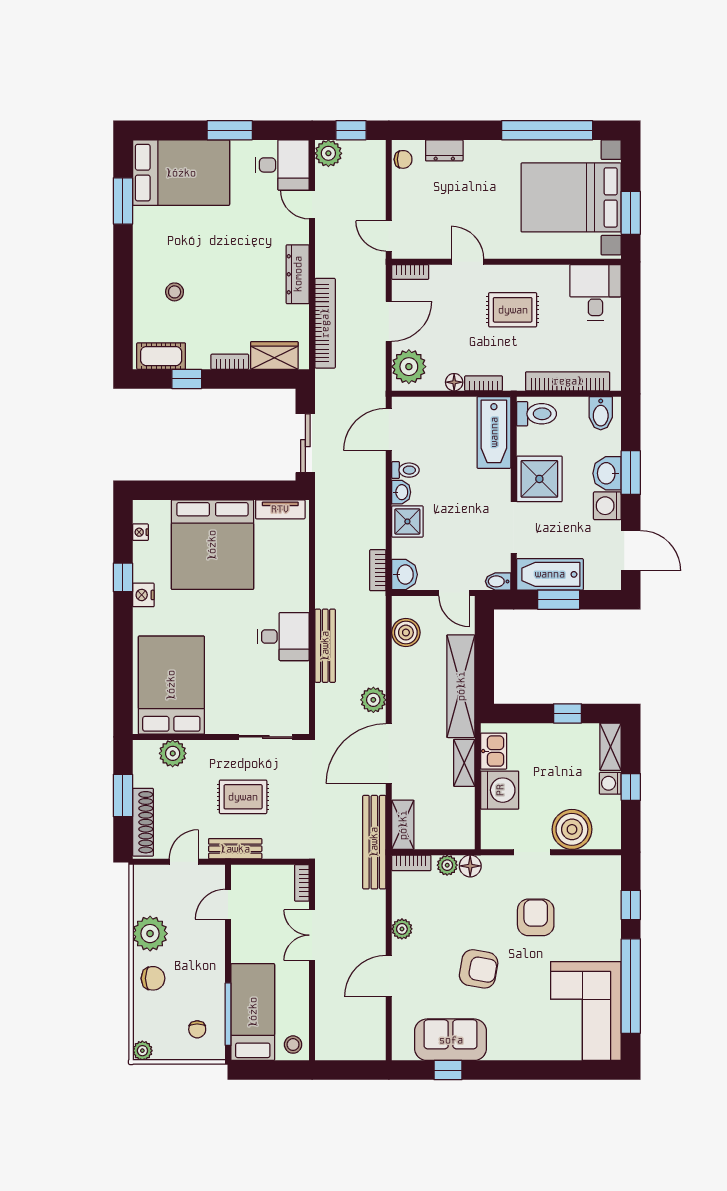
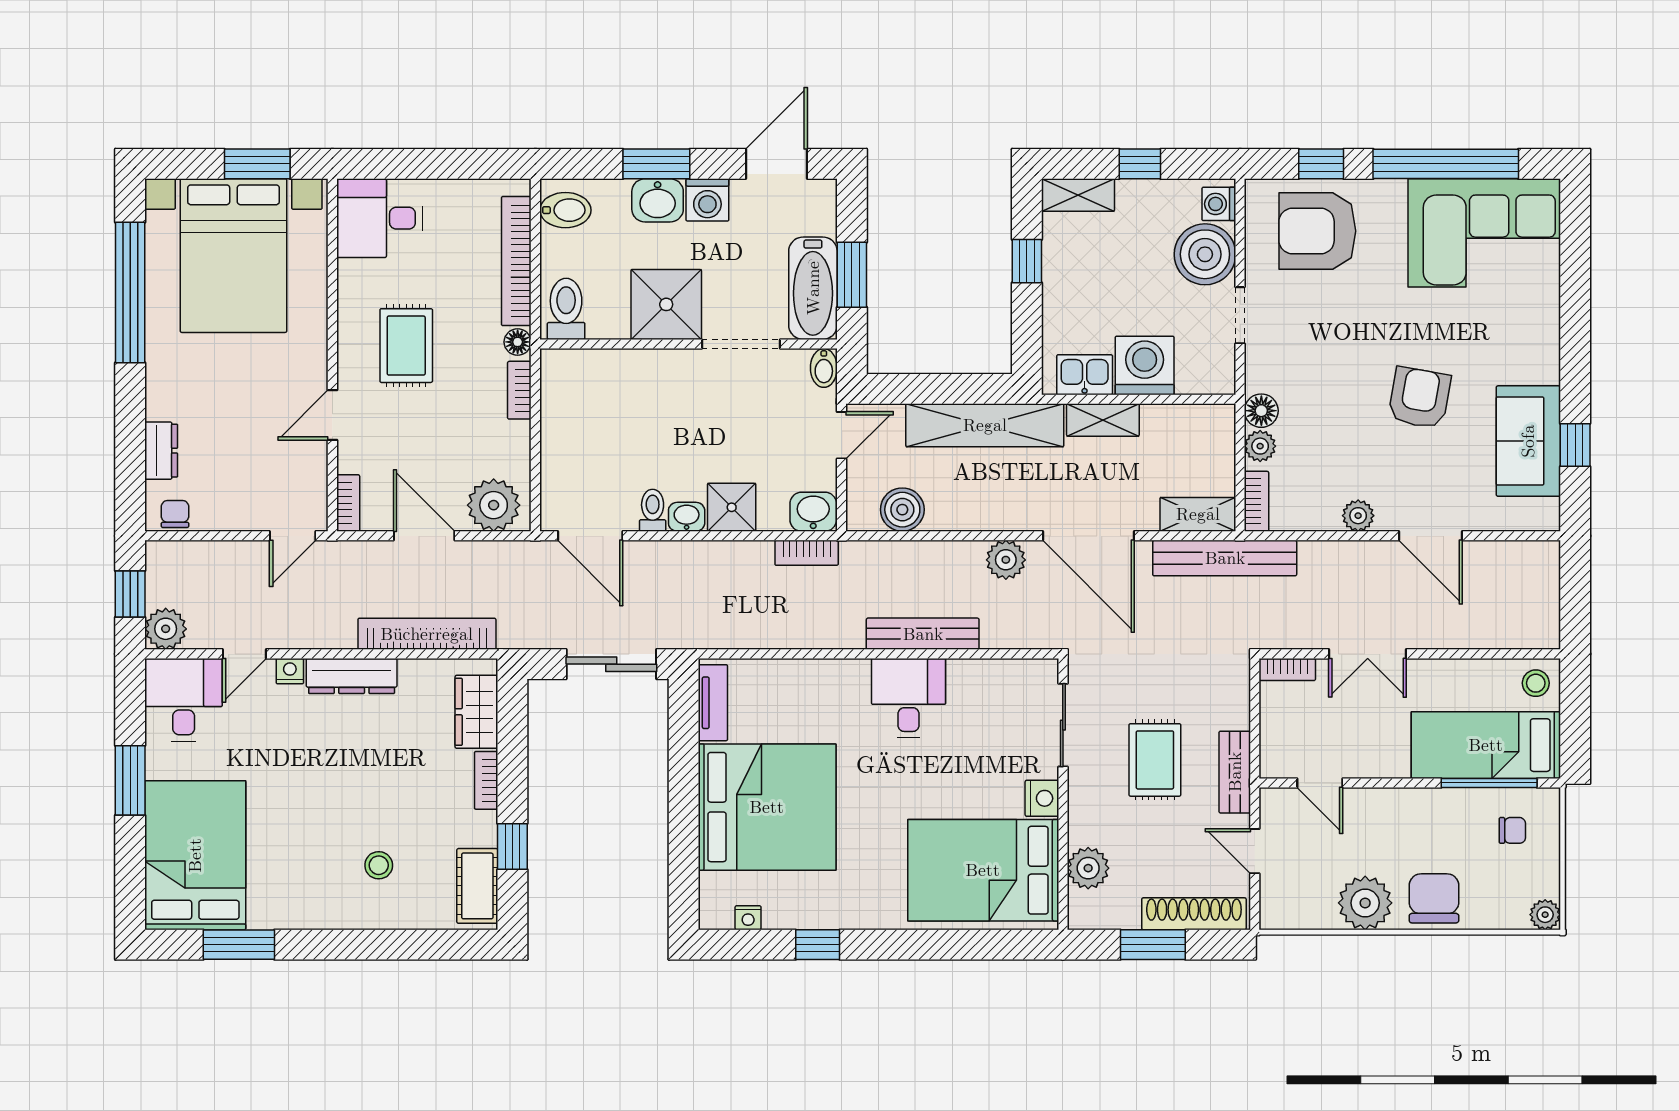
nightstand: (301, 234) -> (290, 671), added
floor lamp: (454, 382) -> (518, 342), moved
bathtub: (494, 432) -> (595, 374), removed
nightstand: (143, 595) -> (1042, 798), moved, turned -90
washing machine: (610, 783) -> (1219, 204), moved, turned 90
armchair: (536, 917) -> (1317, 231), moved, width x1.36, depth x1.36
chair: (153, 978) -> (1434, 898), width x1.37, depth x1.37

